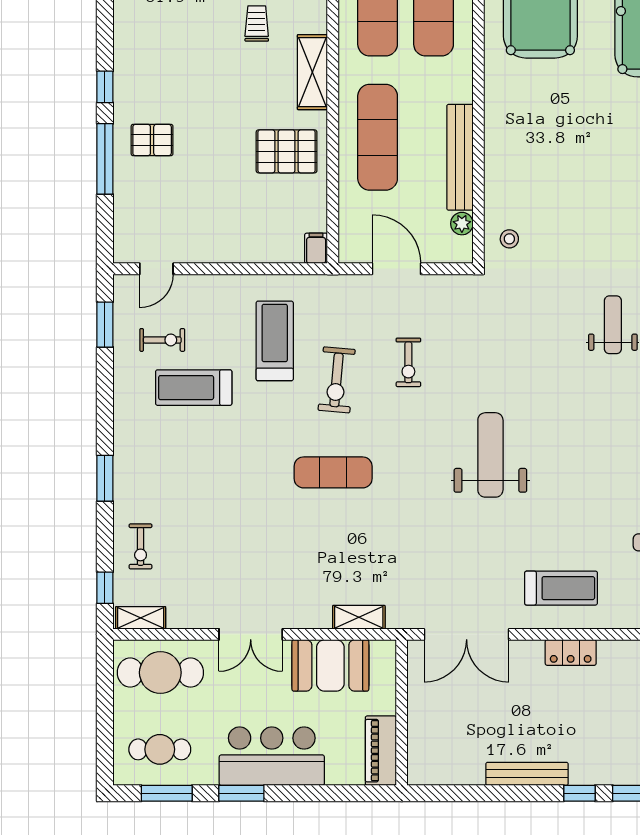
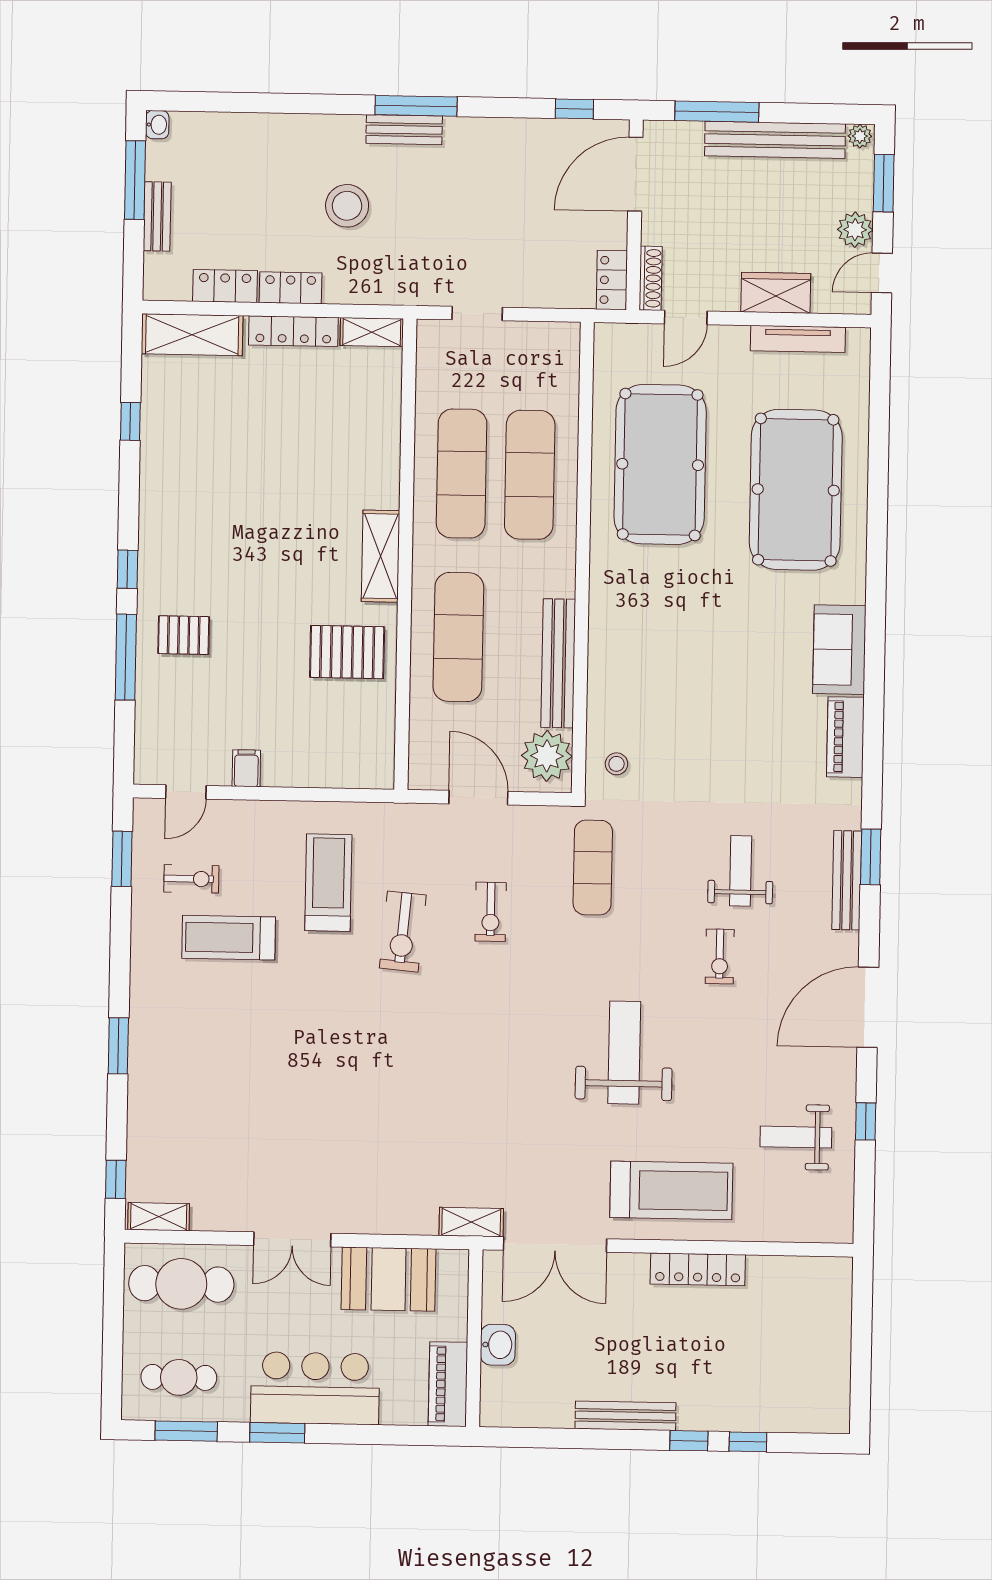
trolley: (257, 24) -> (314, 496), removed
plant: (462, 224) -> (547, 756), width x1.88, depth x1.88
filing cabinet: (316, 248) -> (246, 768), moved
weight bench: (490, 455) -> (624, 1053), moved
exercise mat: (333, 472) -> (593, 868), moved, turned 90
exercise bike: (141, 546) -> (720, 956), moved
treadmill: (561, 588) -> (671, 1190), width x1.37, depth x1.38
shelving: (359, 617) -> (471, 1222), moved
locker: (571, 652) -> (698, 1269), width x1.53
washbasin: (421, 718) -> (498, 1345), added

